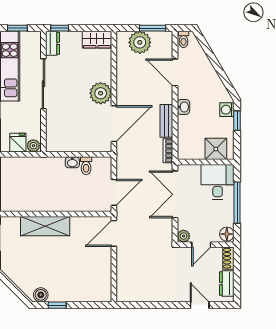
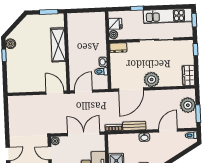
dresser: (53, 43) -> (118, 48), moved
door: (114, 124) -> (131, 90), hinge flipped
door: (114, 192) -> (84, 91), swing flipped

